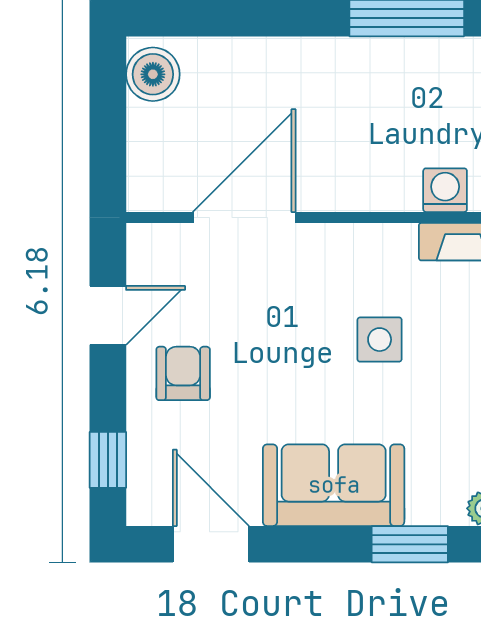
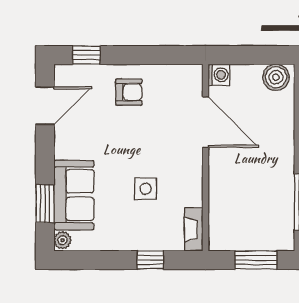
washing machine: (445, 190) -> (219, 75), moved
door: (108, 315) -> (157, 55), removed
sofa: (334, 485) -> (74, 195), moved

